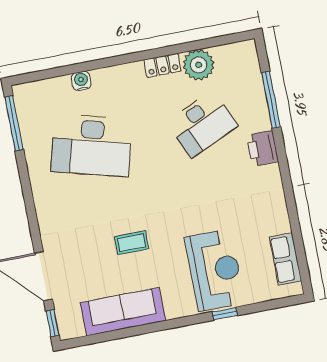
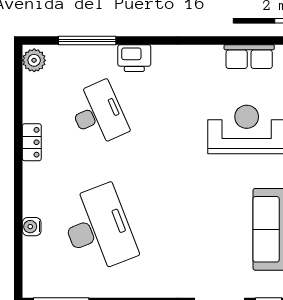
plant: (199, 65) -> (34, 60), moved, width x0.73, depth x0.73
desk: (92, 145) -> (98, 229), turned -36
coffee table: (132, 243) -> (203, 207), removed

